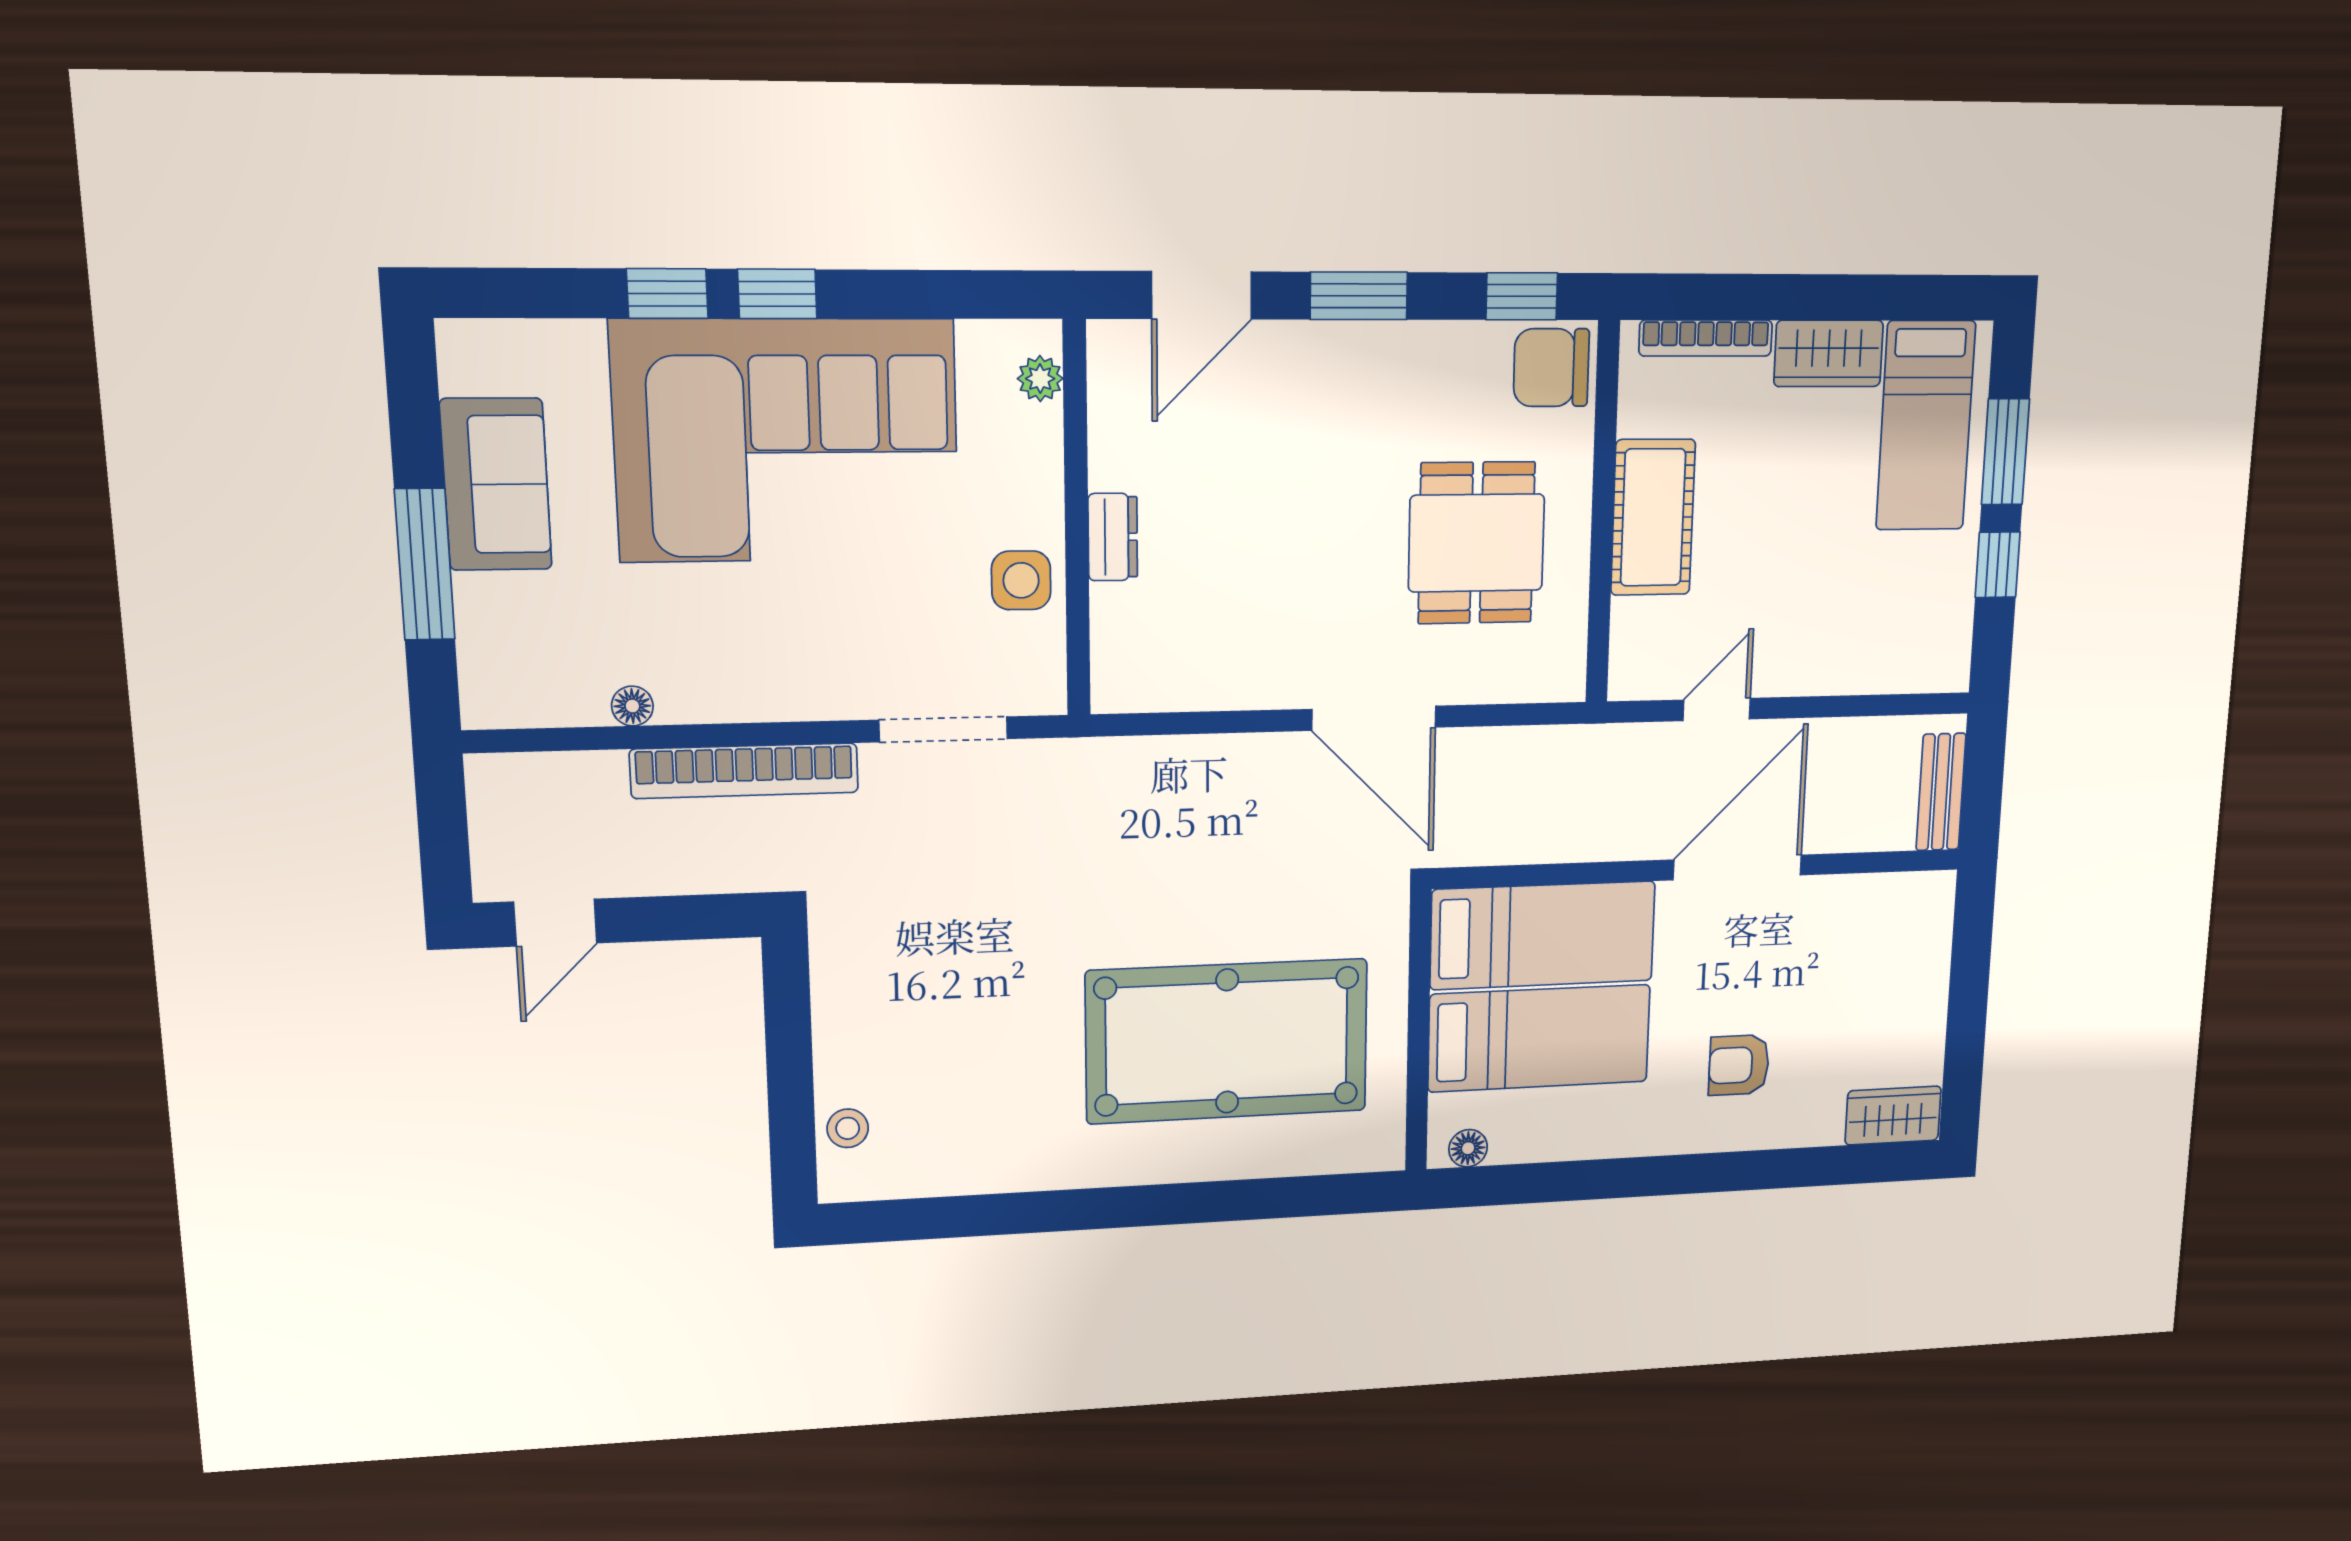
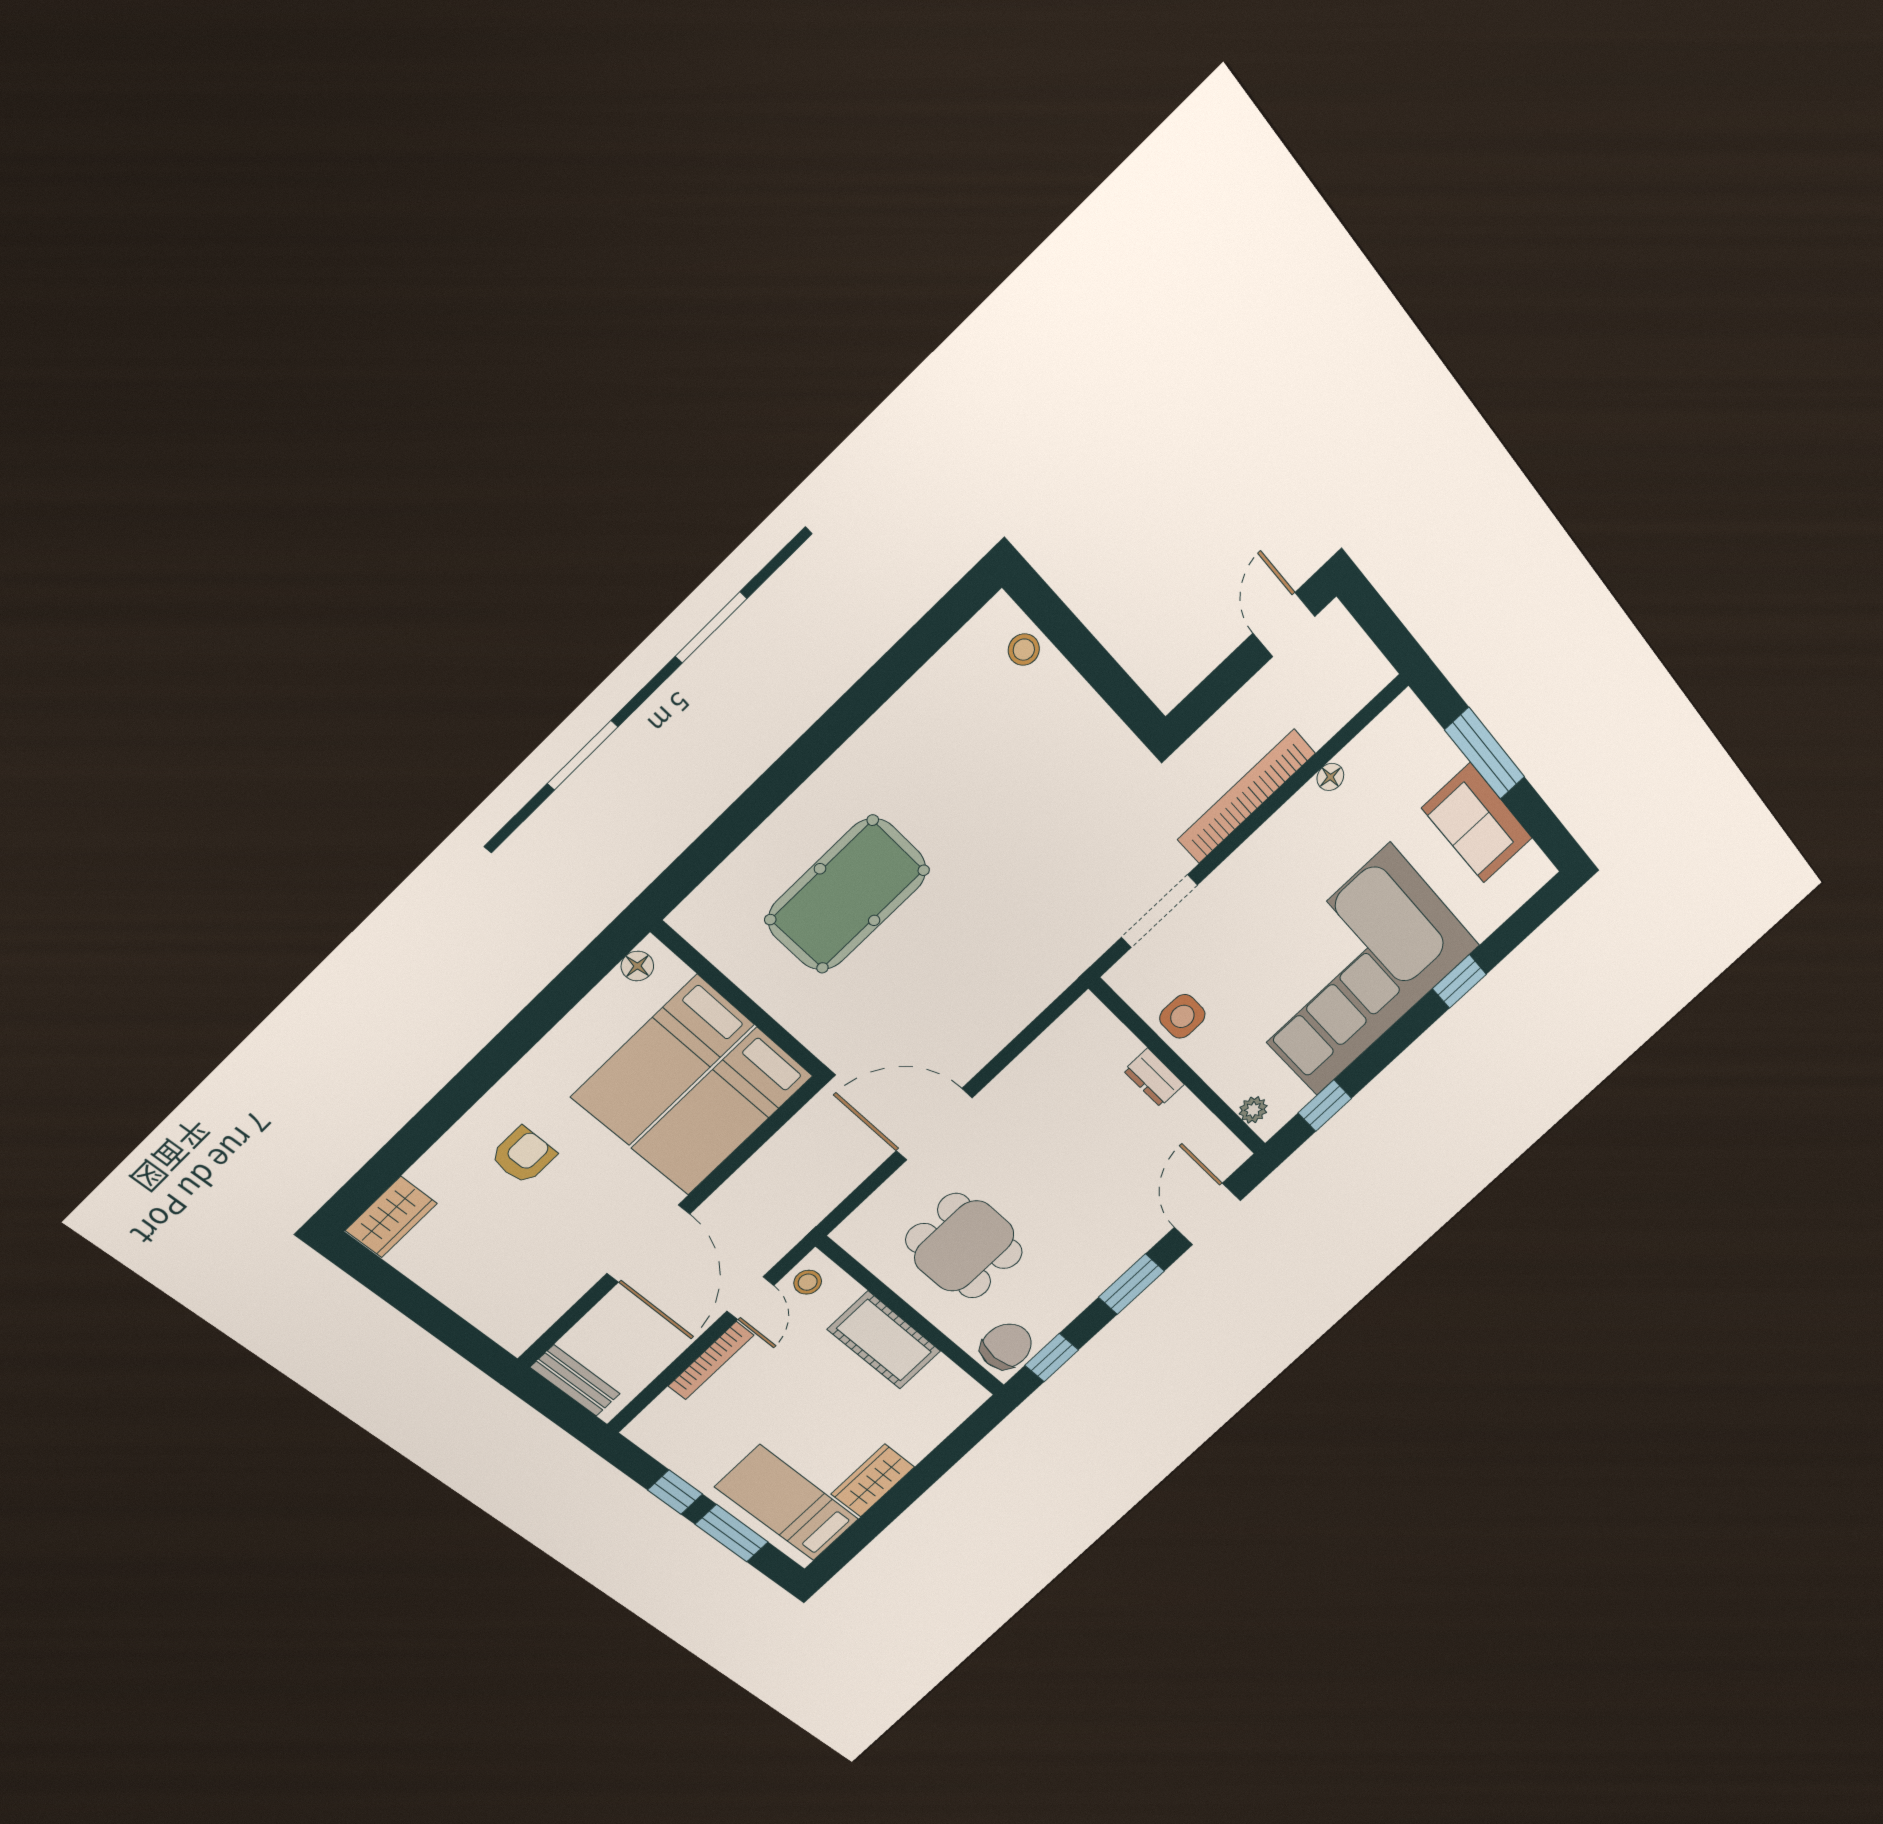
window: (777, 294) -> (1325, 1106), moved
bookcase: (1706, 338) -> (711, 1361), moved, turned 180
stool: (1652, 669) -> (808, 1282), added
pool table: (1227, 1041) -> (847, 895), width x0.73, depth x0.76

